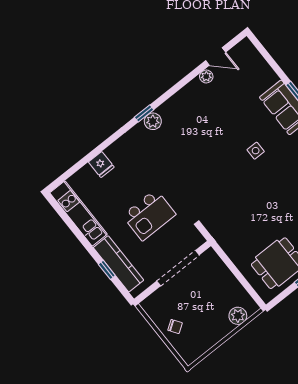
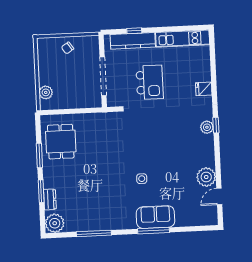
plant: (206, 77) -> (206, 177), width x1.88, depth x1.88
fridge: (101, 165) -> (204, 89), moved
kitchen island: (149, 215) -> (150, 82), turned 180

